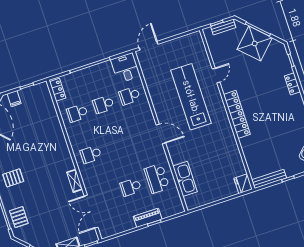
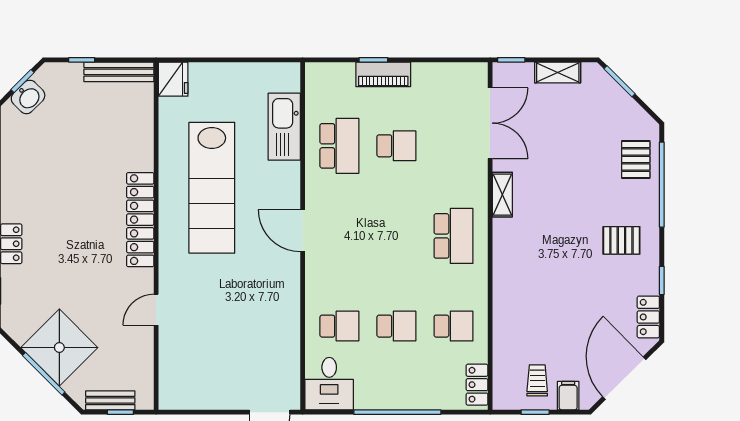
lab bench: (191, 97) -> (212, 188), moved
trolley: (31, 101) -> (537, 380), added
school desk: (91, 154) -> (453, 236), width x1.85

